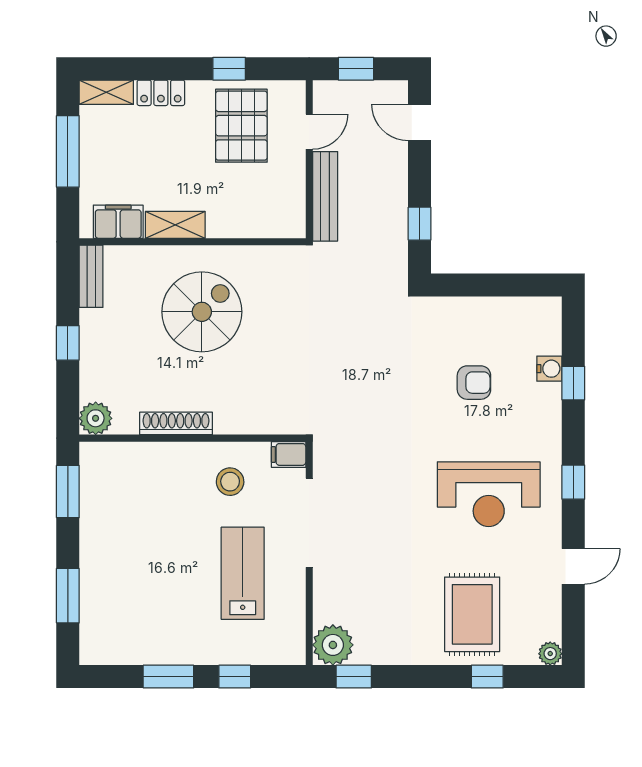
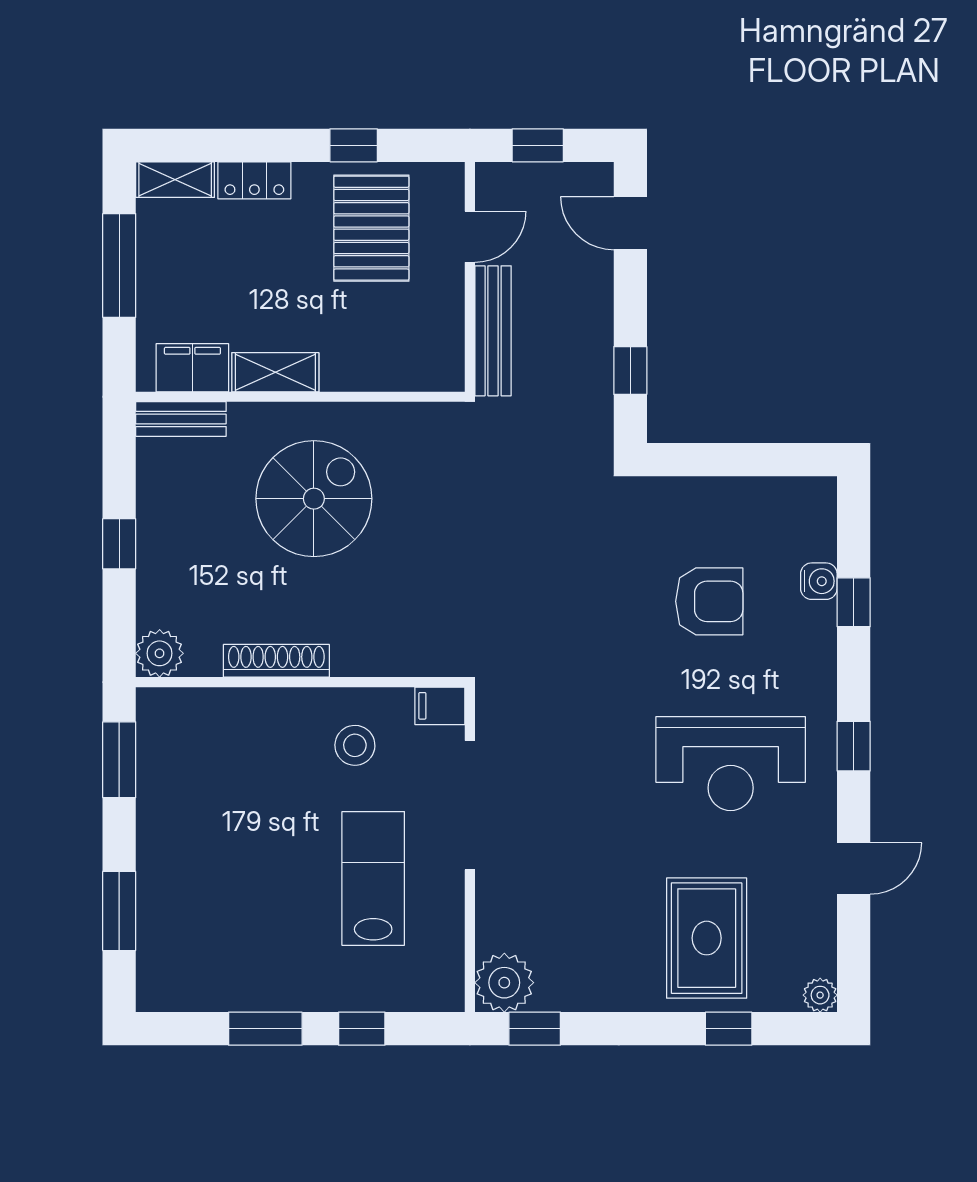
bench: (91, 276) -> (181, 419), moved, turned 90
armchair: (474, 383) -> (709, 601), width x1.38, depth x1.38

